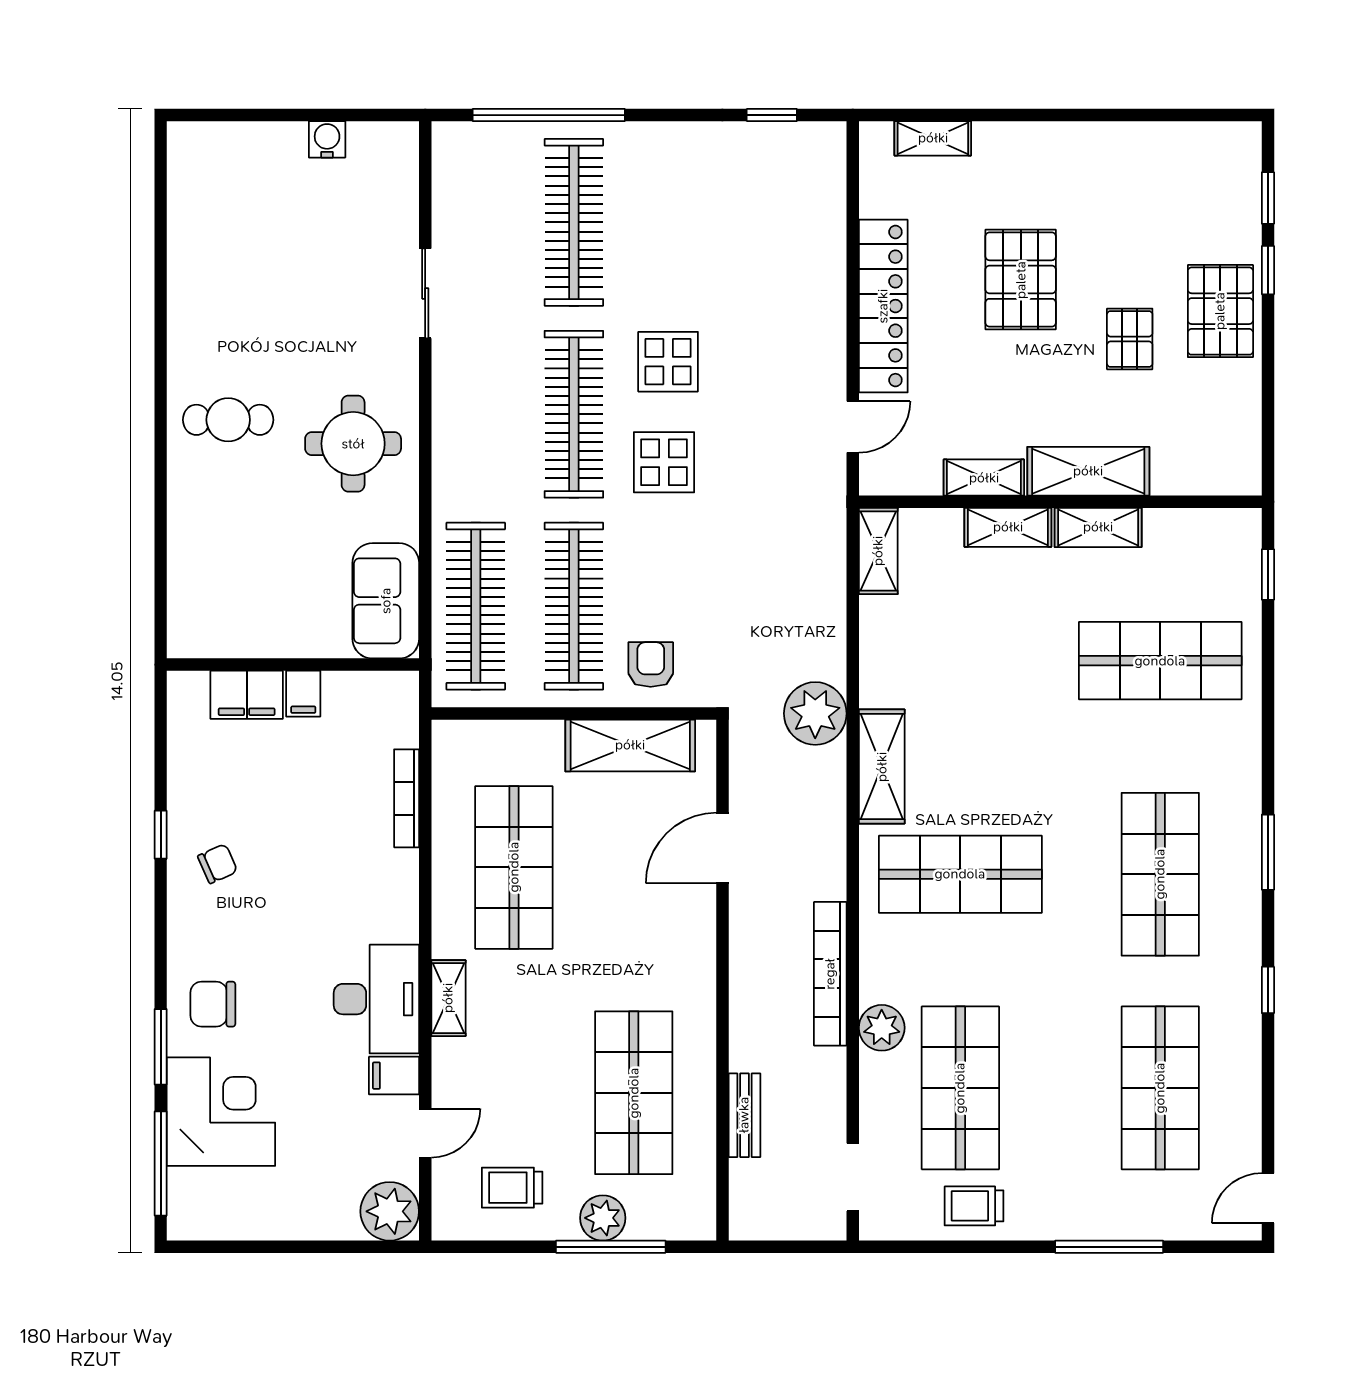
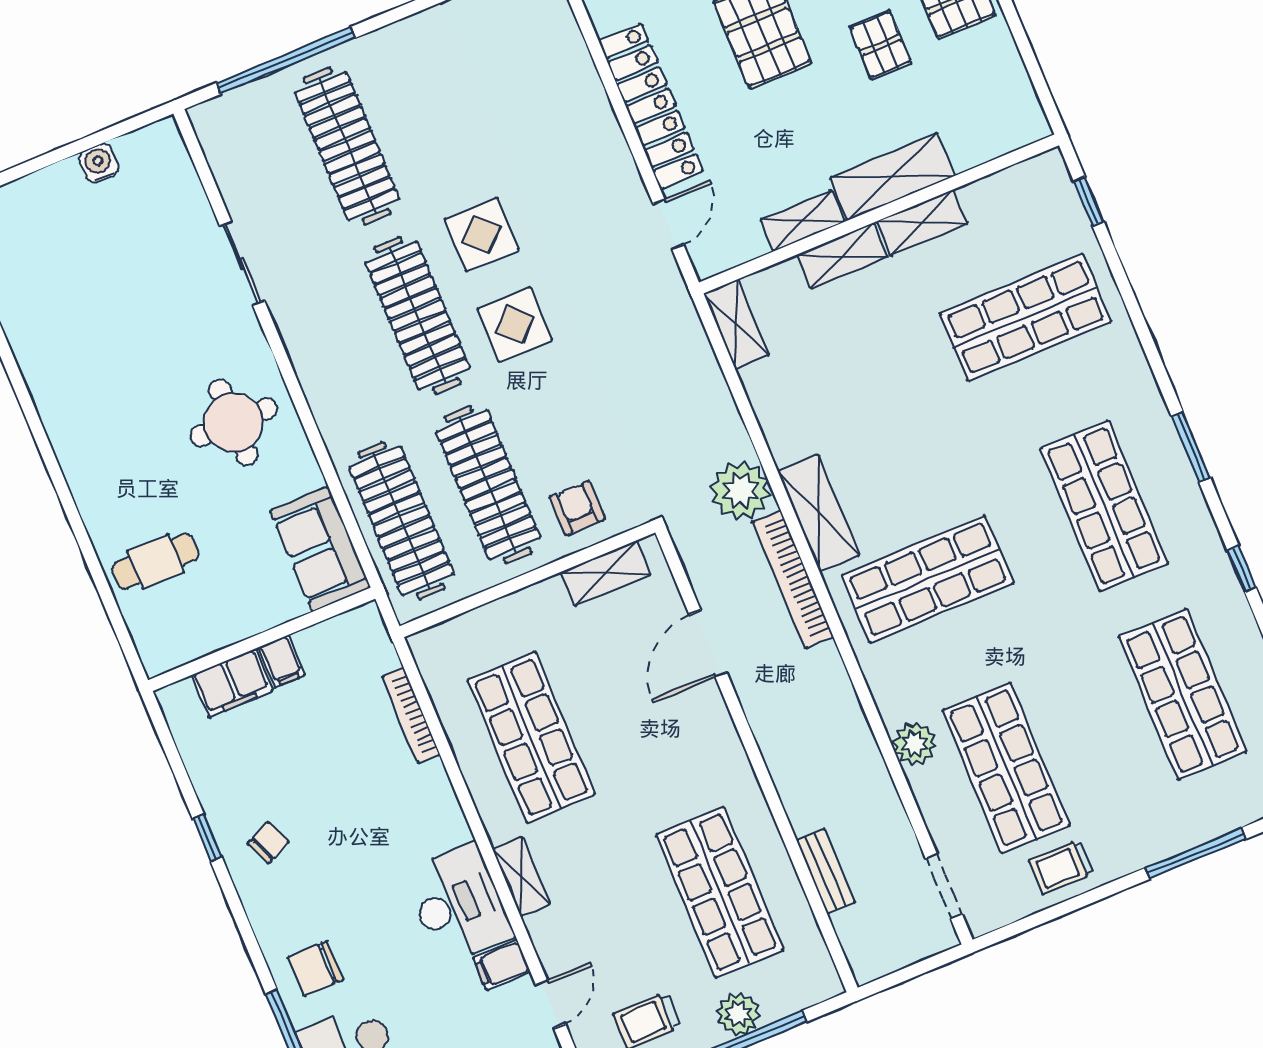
cafe table: (228, 420) -> (155, 562), moved
shelving: (630, 745) -> (606, 573), width x0.67, depth x0.75
bookcase: (830, 974) -> (793, 579), moved

